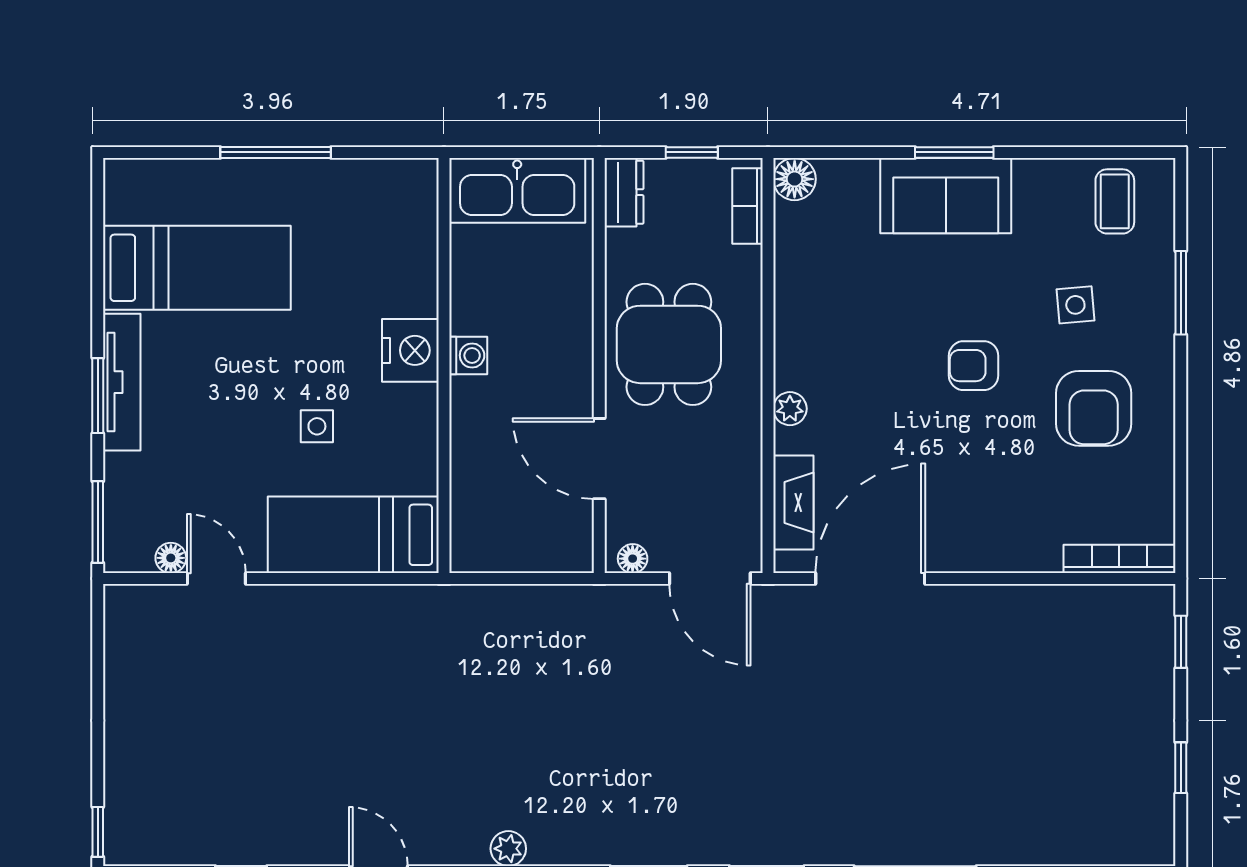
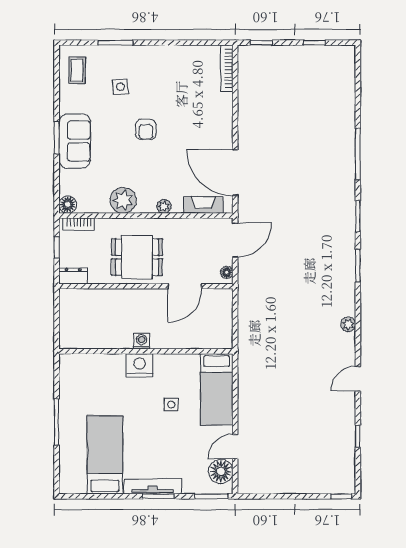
kitchen sink: (517, 190) -> (72, 321), removed
coffee table: (1115, 201) -> (77, 70), turned 90
plant: (804, 312) -> (123, 200), added
armchair: (1094, 408) -> (164, 79), removed
floor lamp: (171, 558) -> (221, 471), width x1.89, depth x1.89

